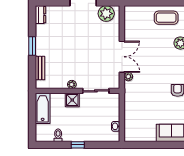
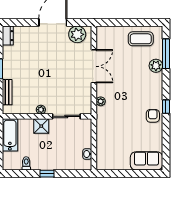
double door: (122, 57) -> (94, 66), moved

